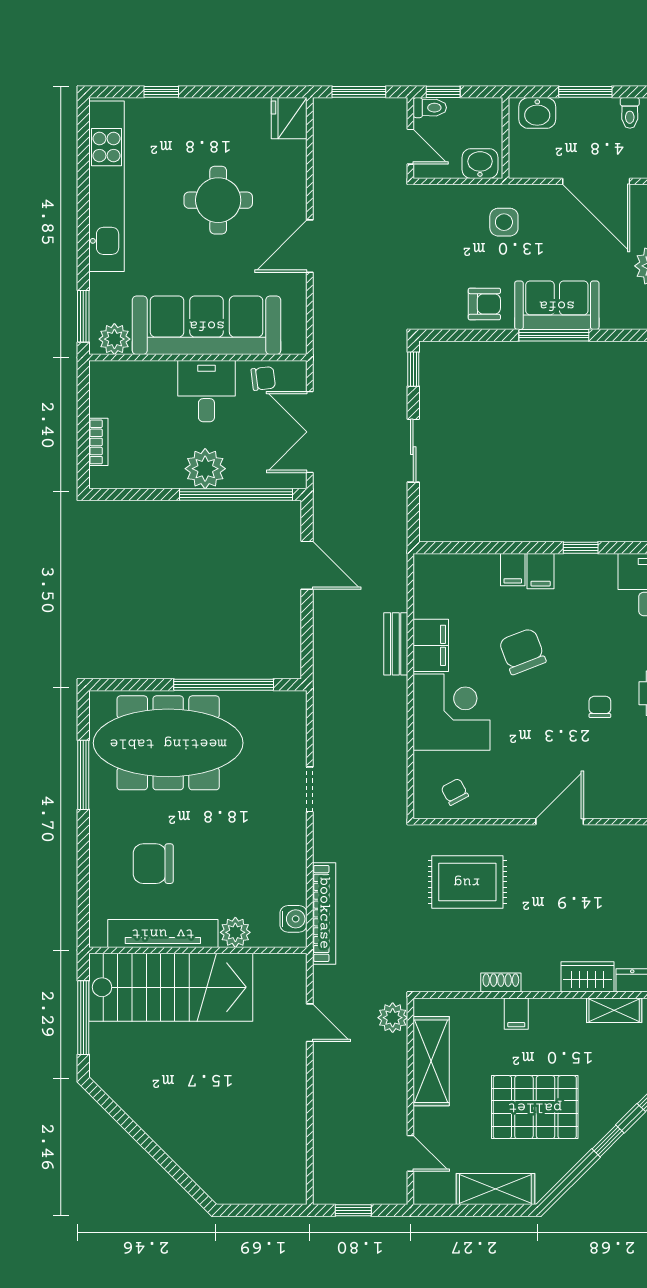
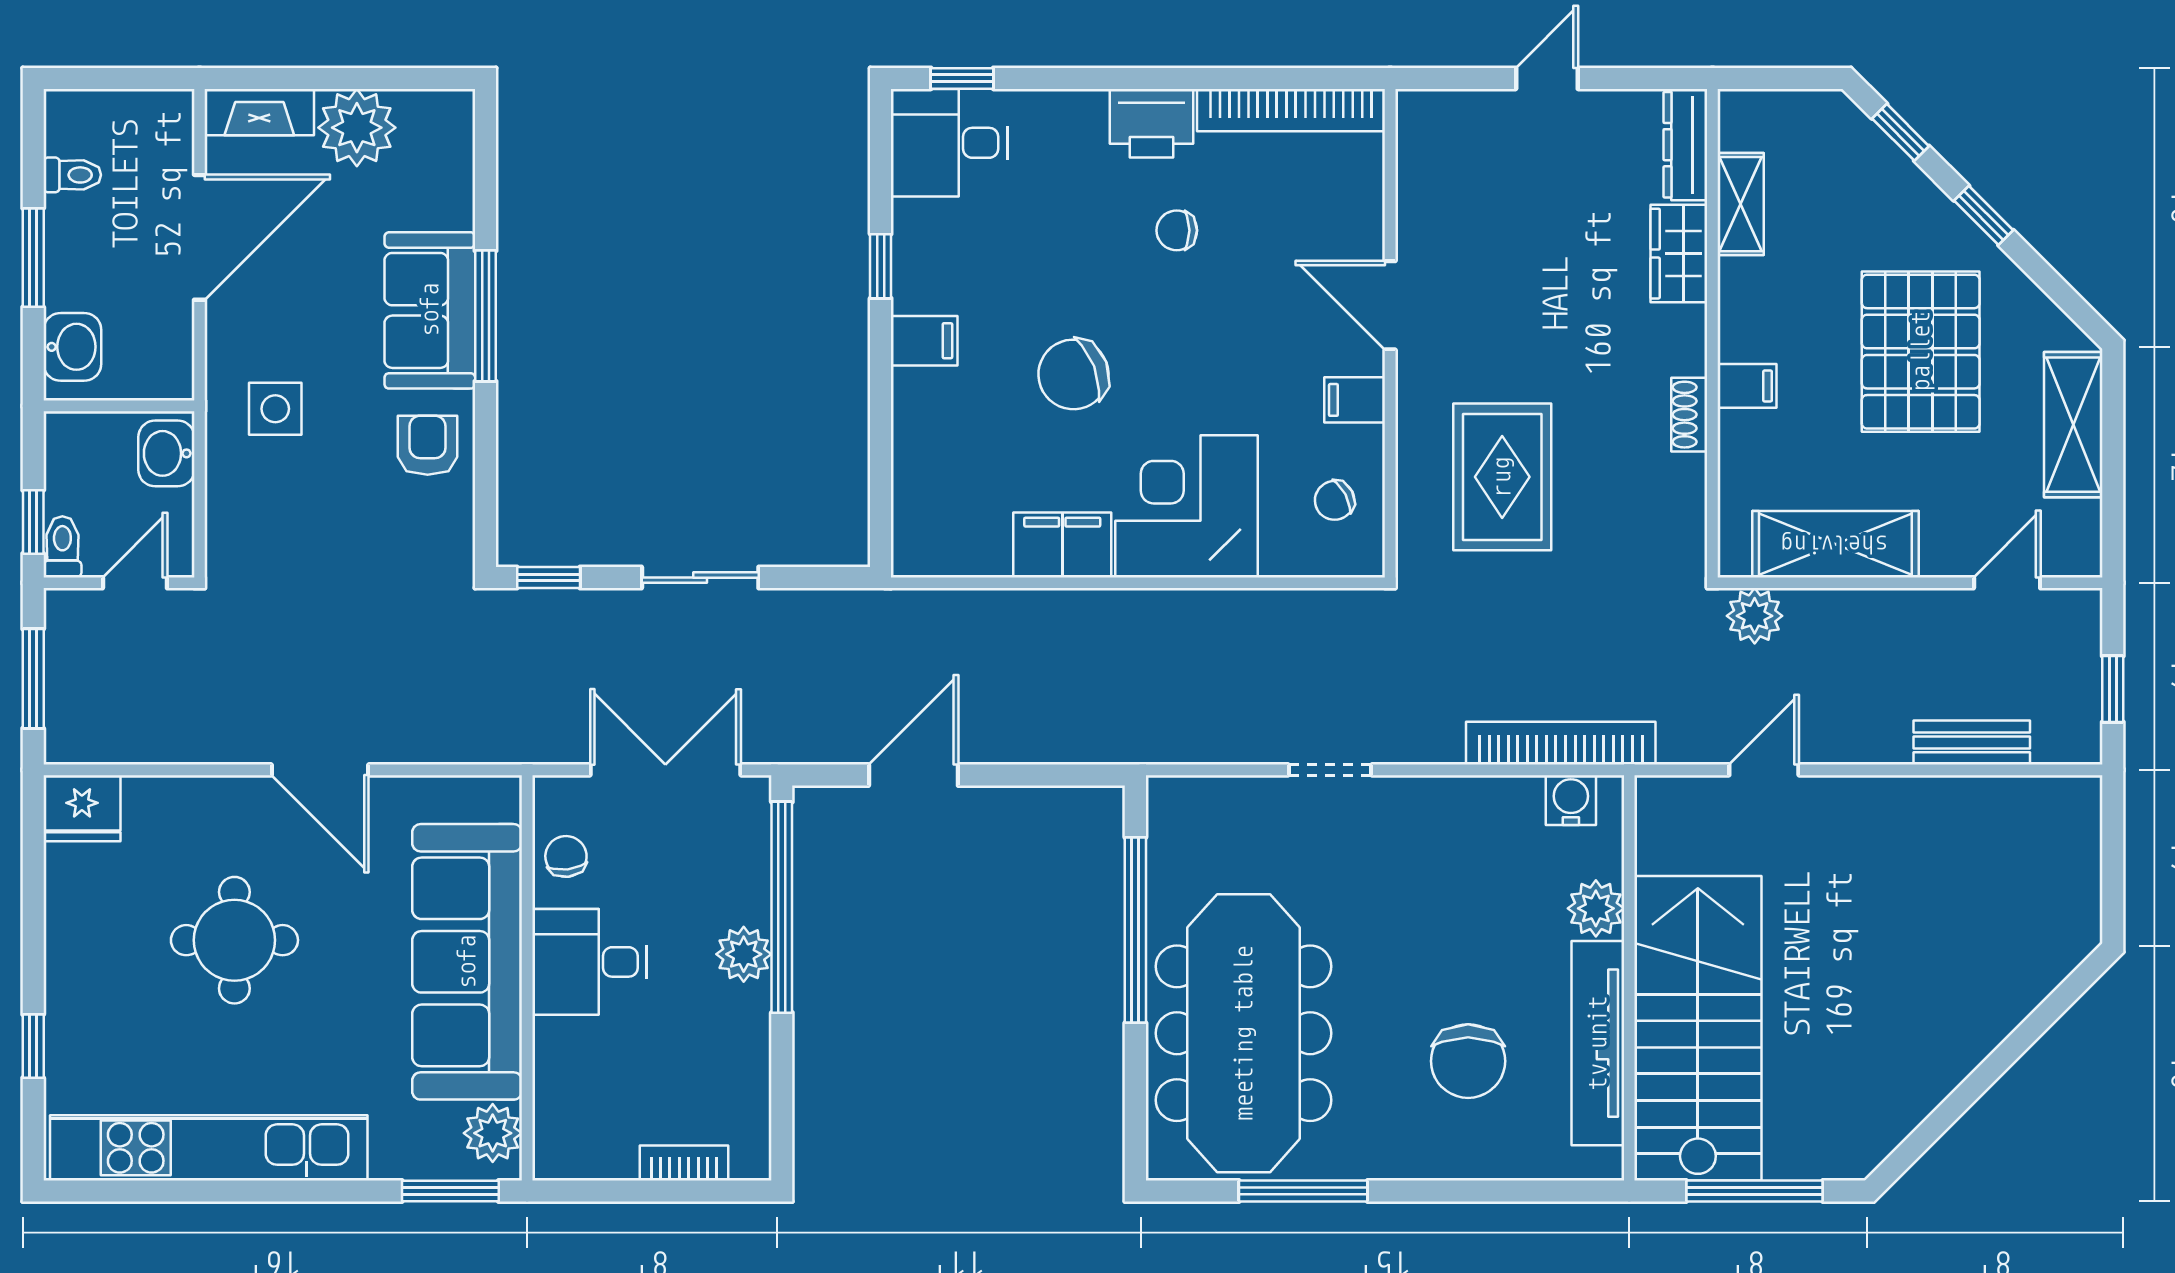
double door: (310, 432) -> (665, 770), swing flipped
plant: (205, 469) -> (744, 954), width x0.73, depth x0.73
filing cabinet: (513, 570) -> (1355, 400), moved, turned 180
bench: (396, 644) -> (1972, 742), moved

